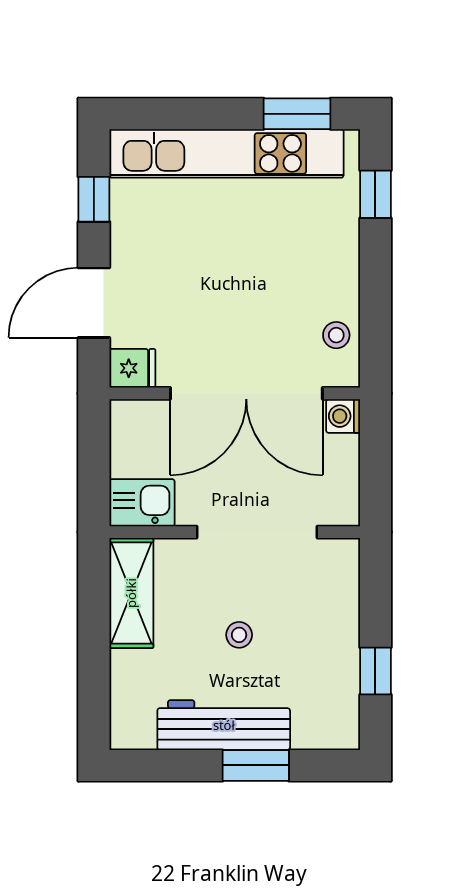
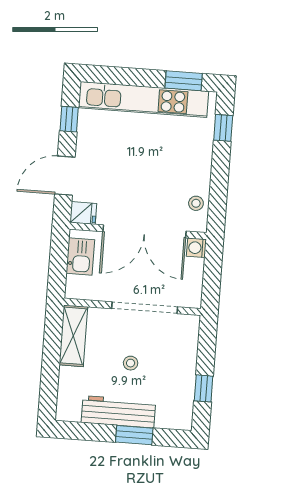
kitchen sink: (142, 503) -> (80, 257), moved, turned 90

